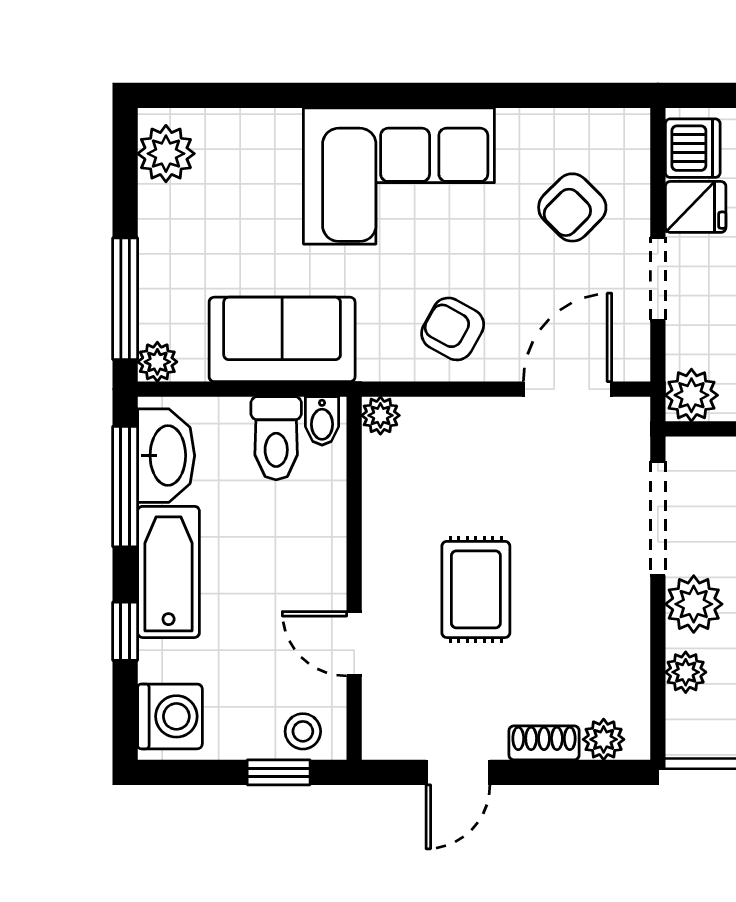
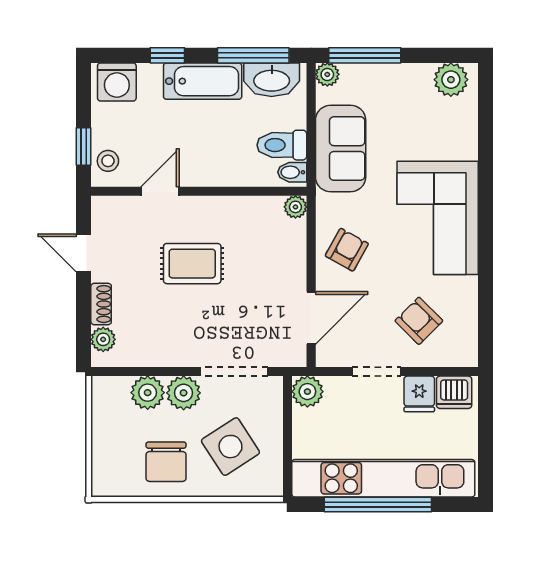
door: (568, 389) -> (311, 318), hinge flipped
plant: (686, 672) -> (148, 393), width x1.38, depth x1.38

